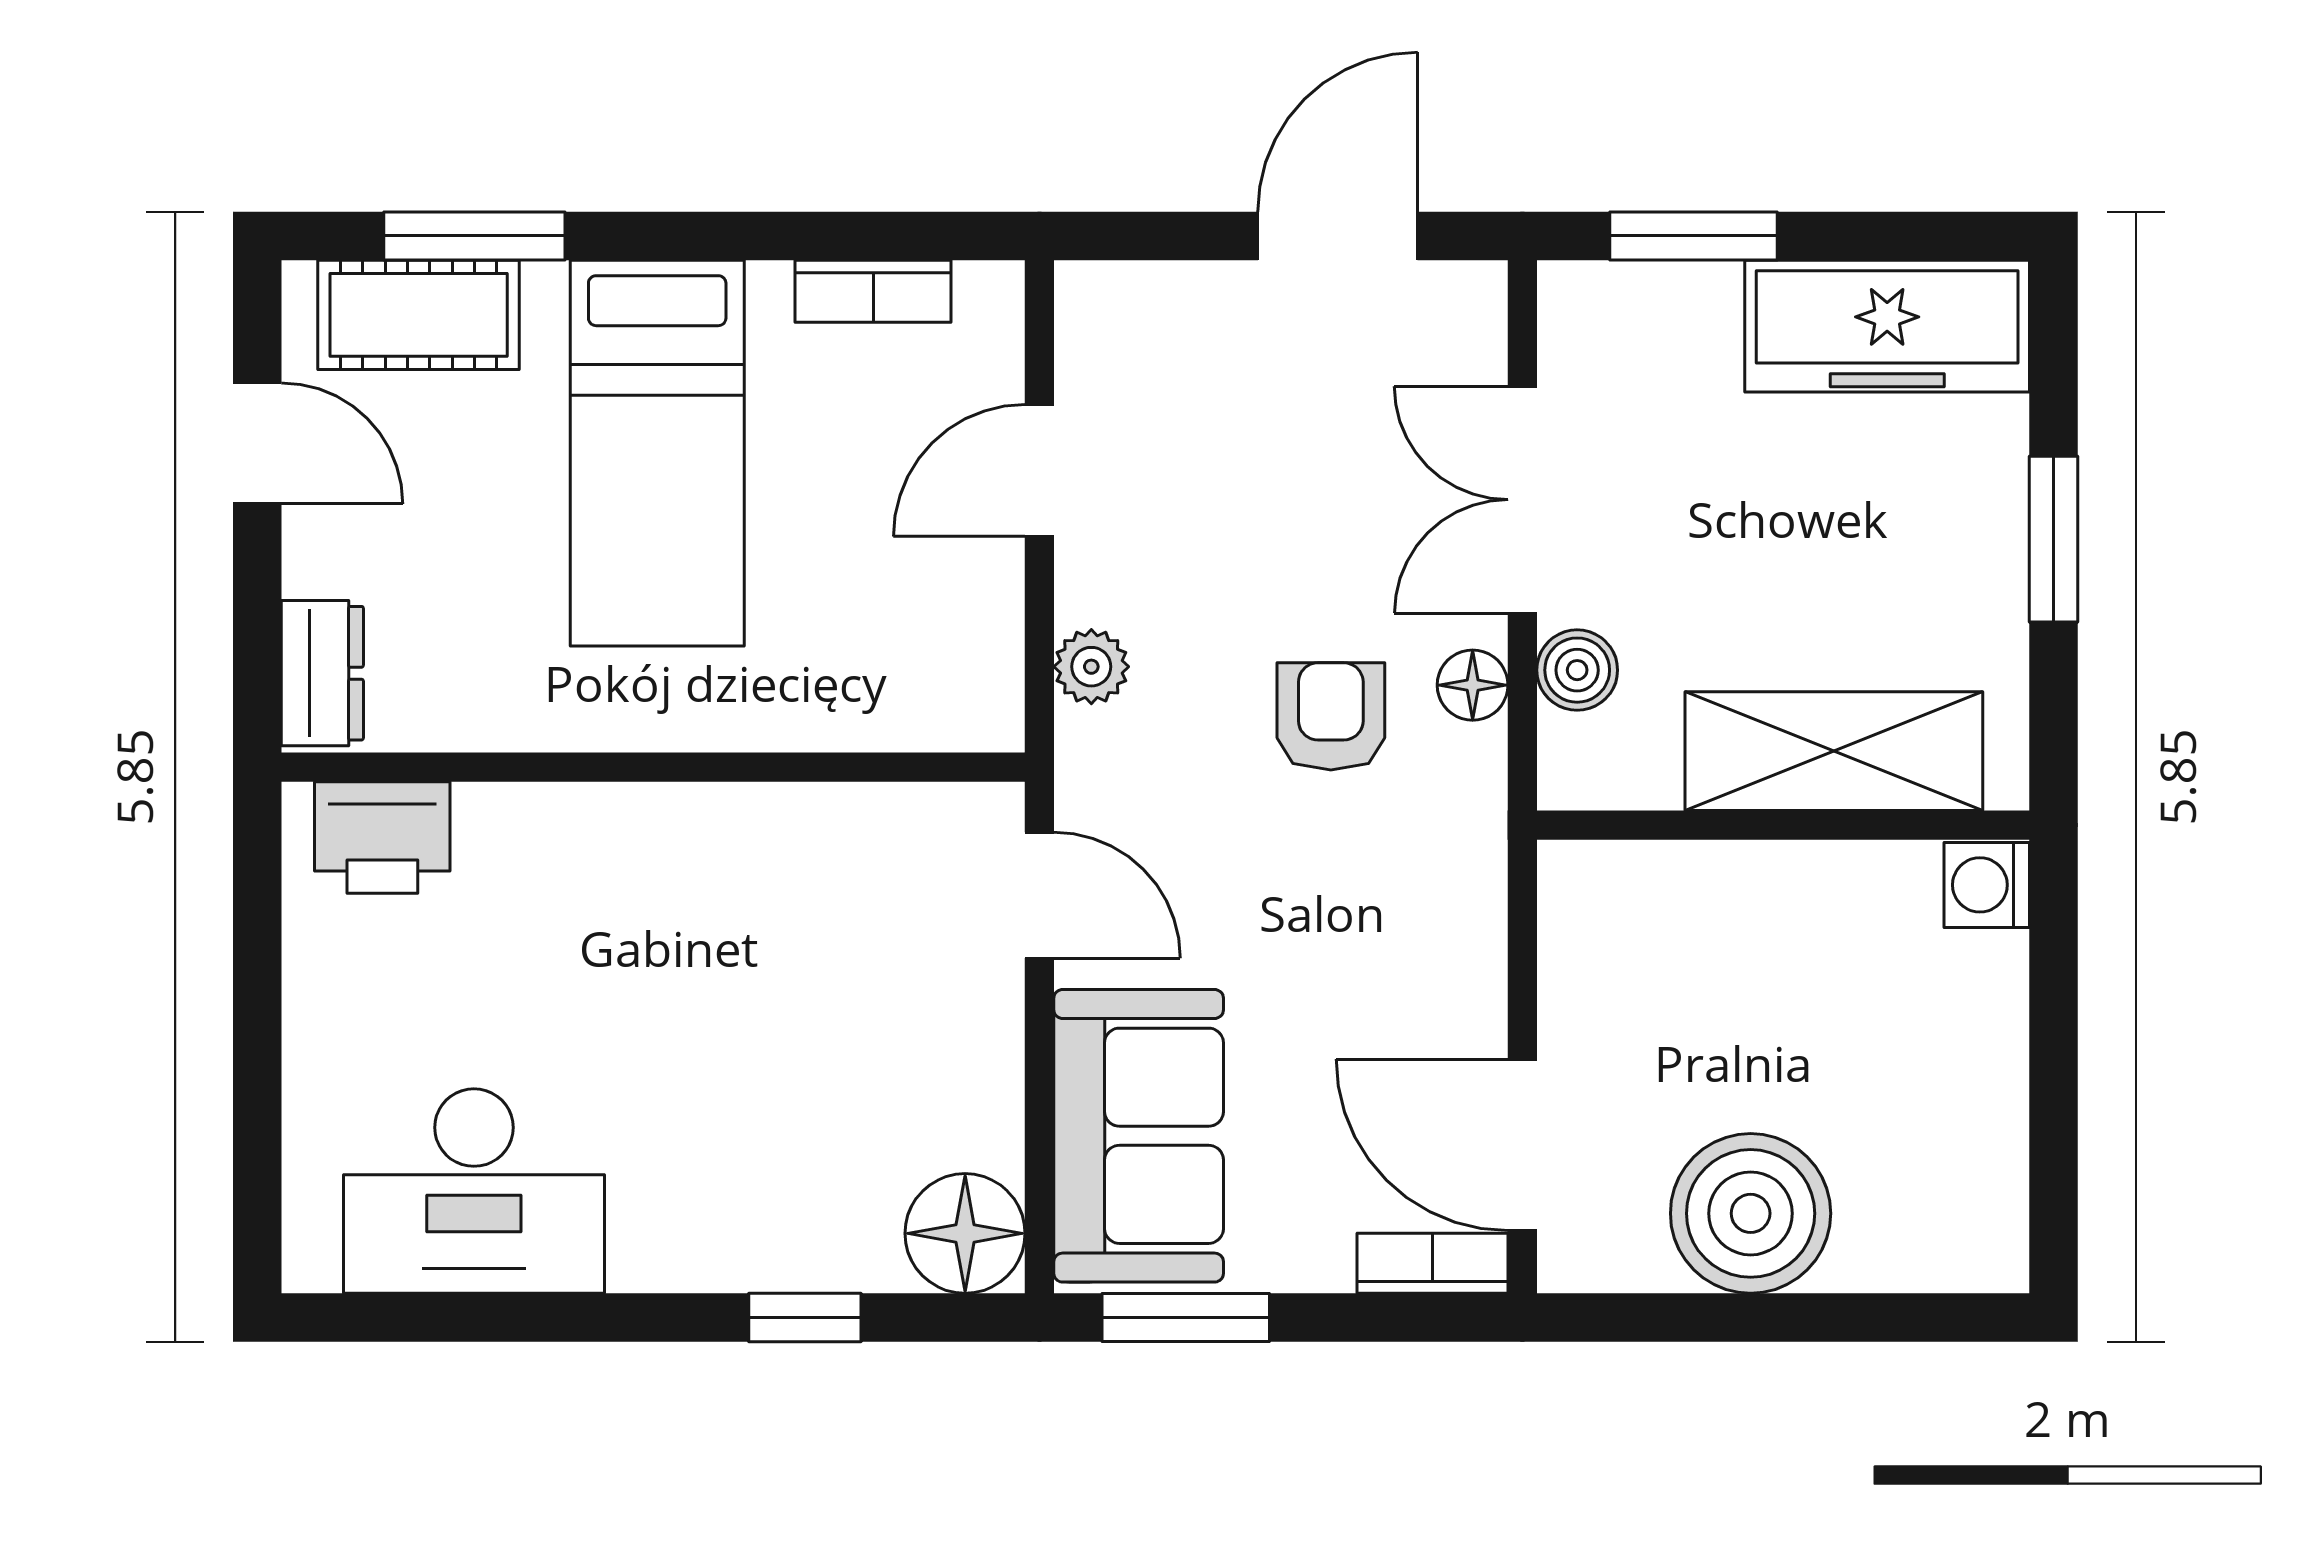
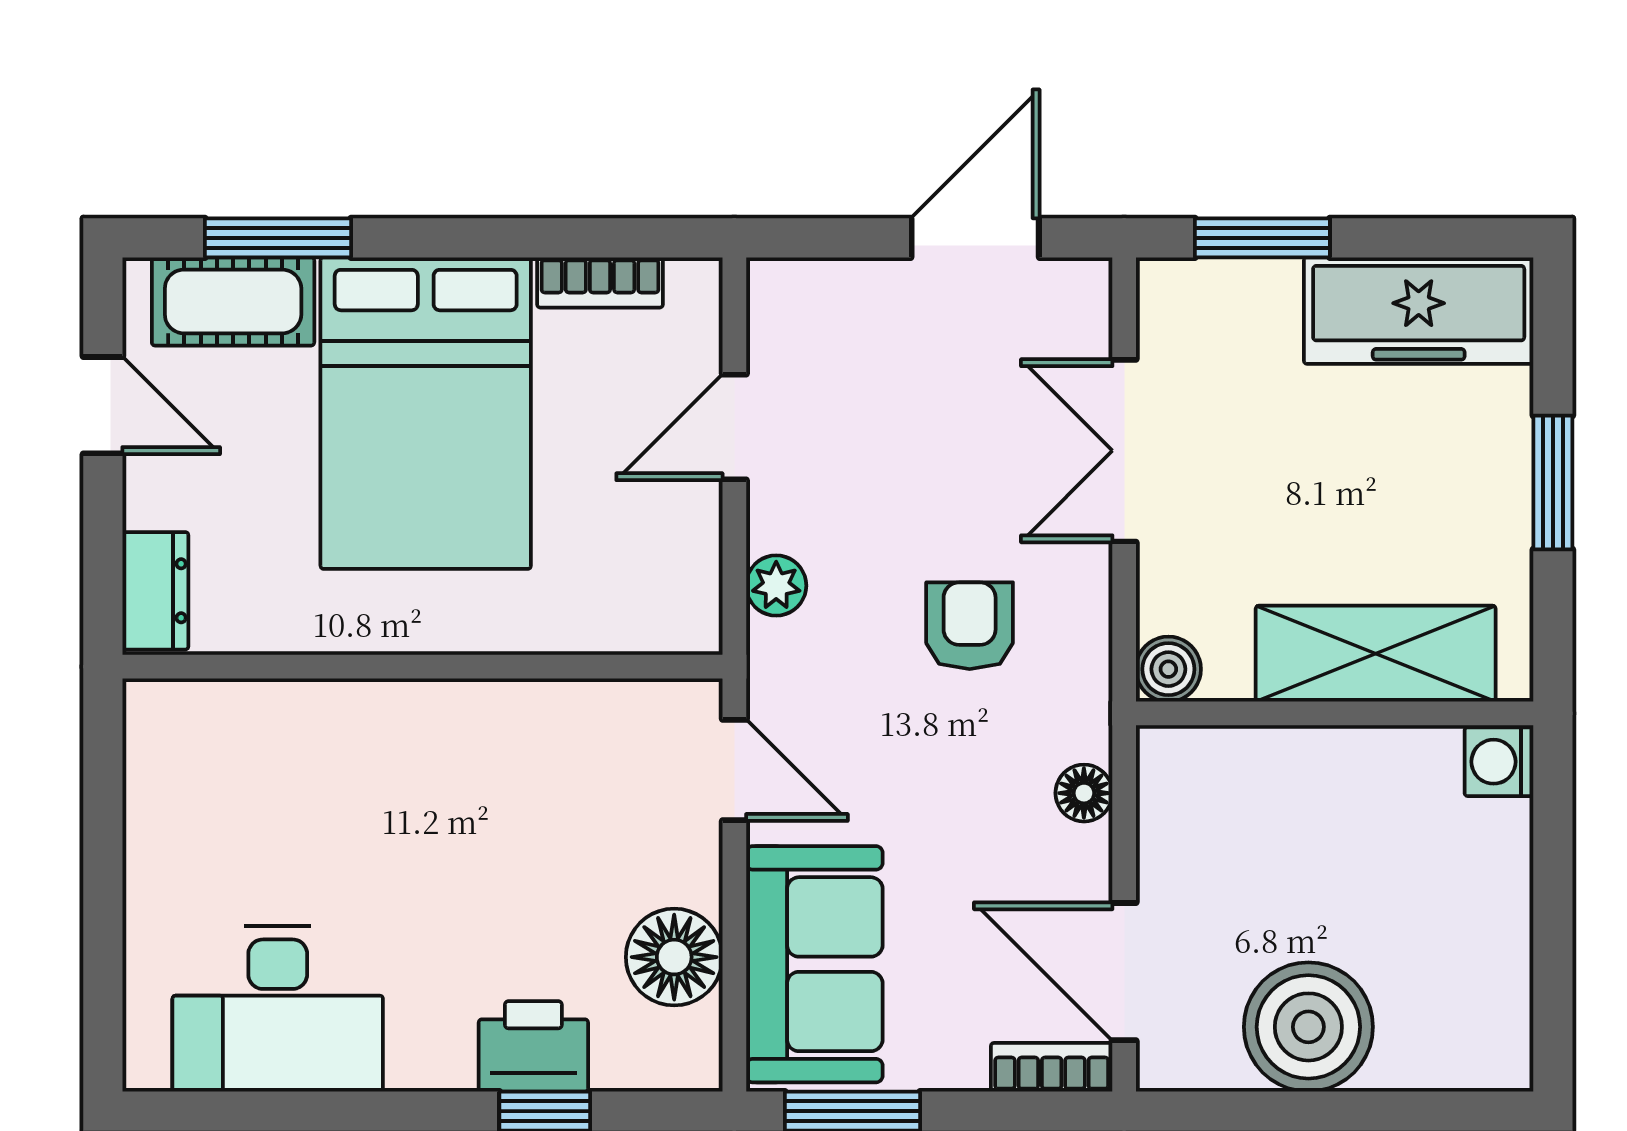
bed: (657, 453) -> (426, 413), width x1.50
boiler: (1577, 670) -> (1168, 669), moved
floor lamp: (1473, 685) -> (1084, 793), moved
printer: (382, 838) -> (533, 1046), moved, turned 180
floor lamp: (965, 1233) -> (674, 957), moved

